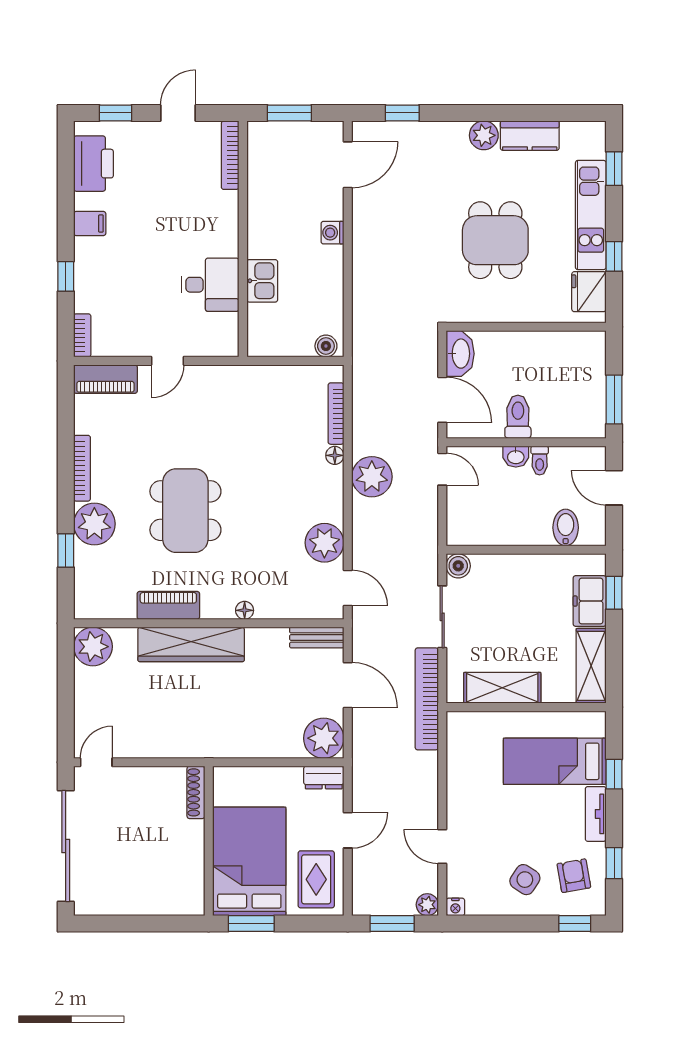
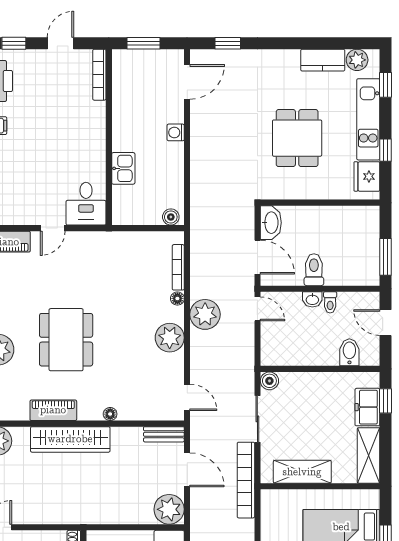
plant: (484, 135) -> (357, 60), moved
desk: (210, 285) -> (86, 204), moved, turned 90
plant: (324, 543) -> (170, 338), moved

